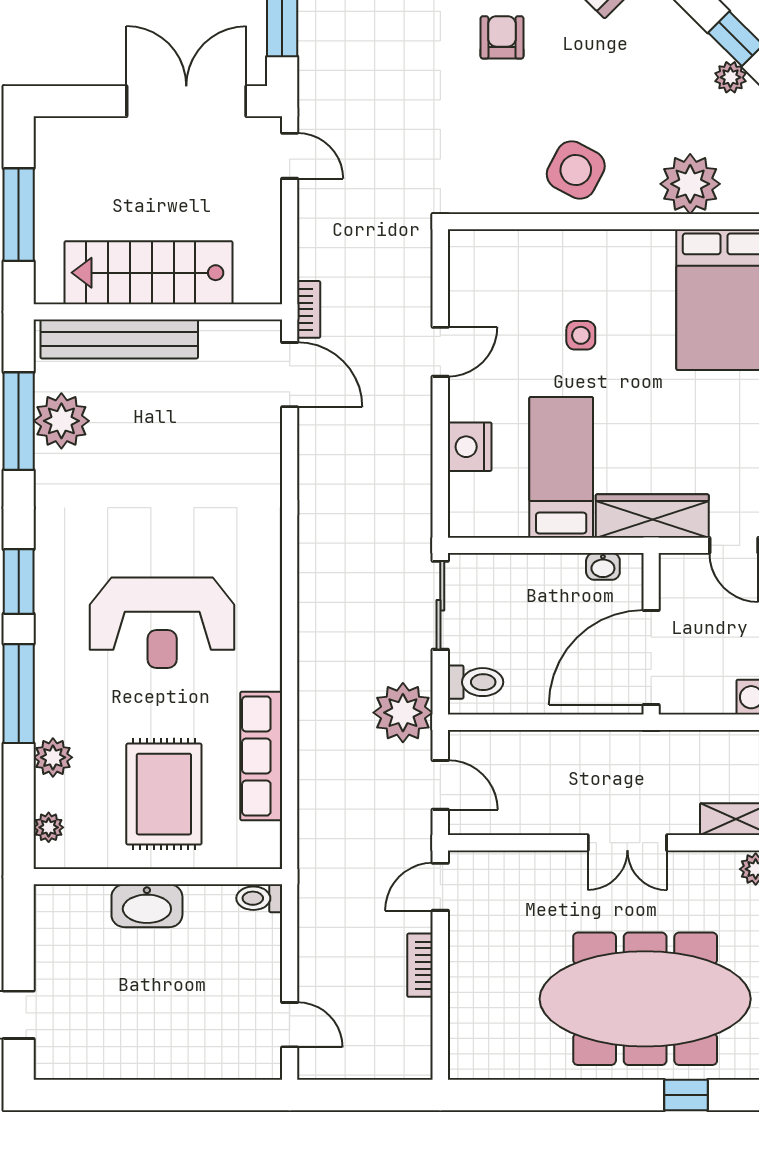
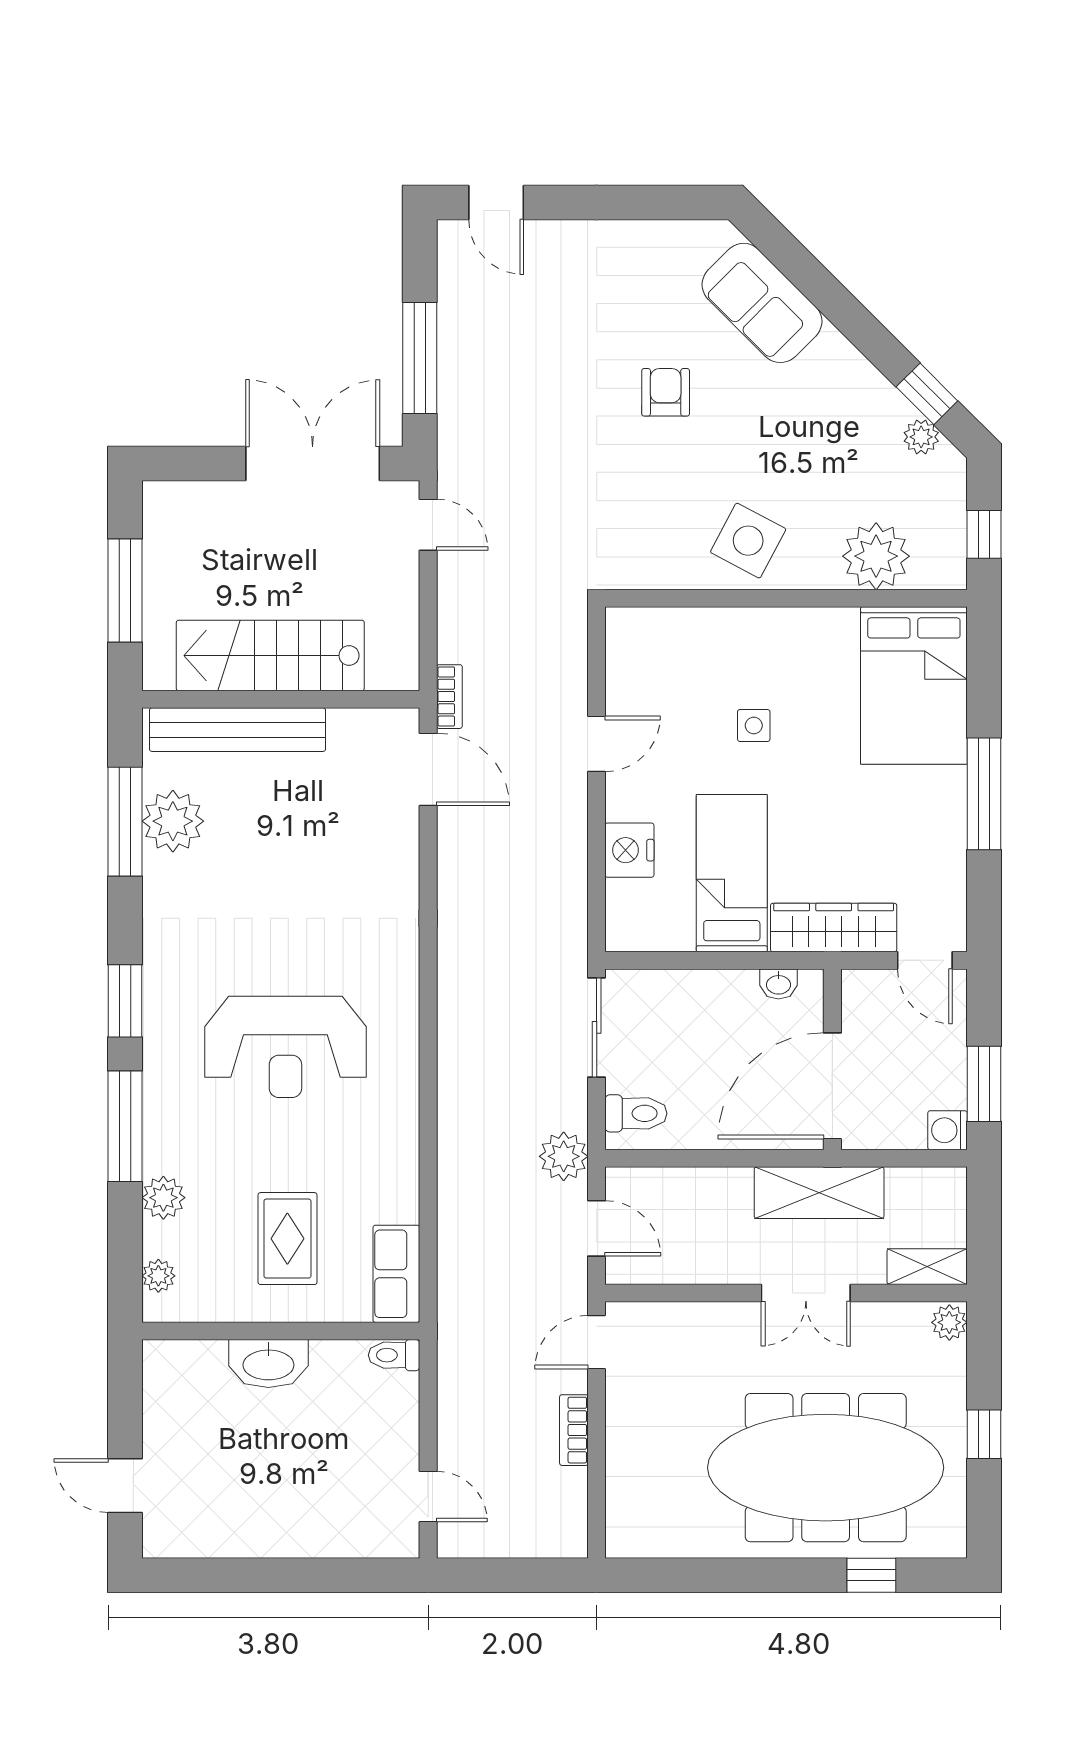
plant: (403, 713) -> (564, 1156), width x0.73, depth x0.73
shelving: (639, 753) -> (819, 1193), added
row of seats: (261, 756) -> (396, 1274), moved, width x0.68
rug: (164, 794) -> (287, 1239), width x0.73, depth x0.70

